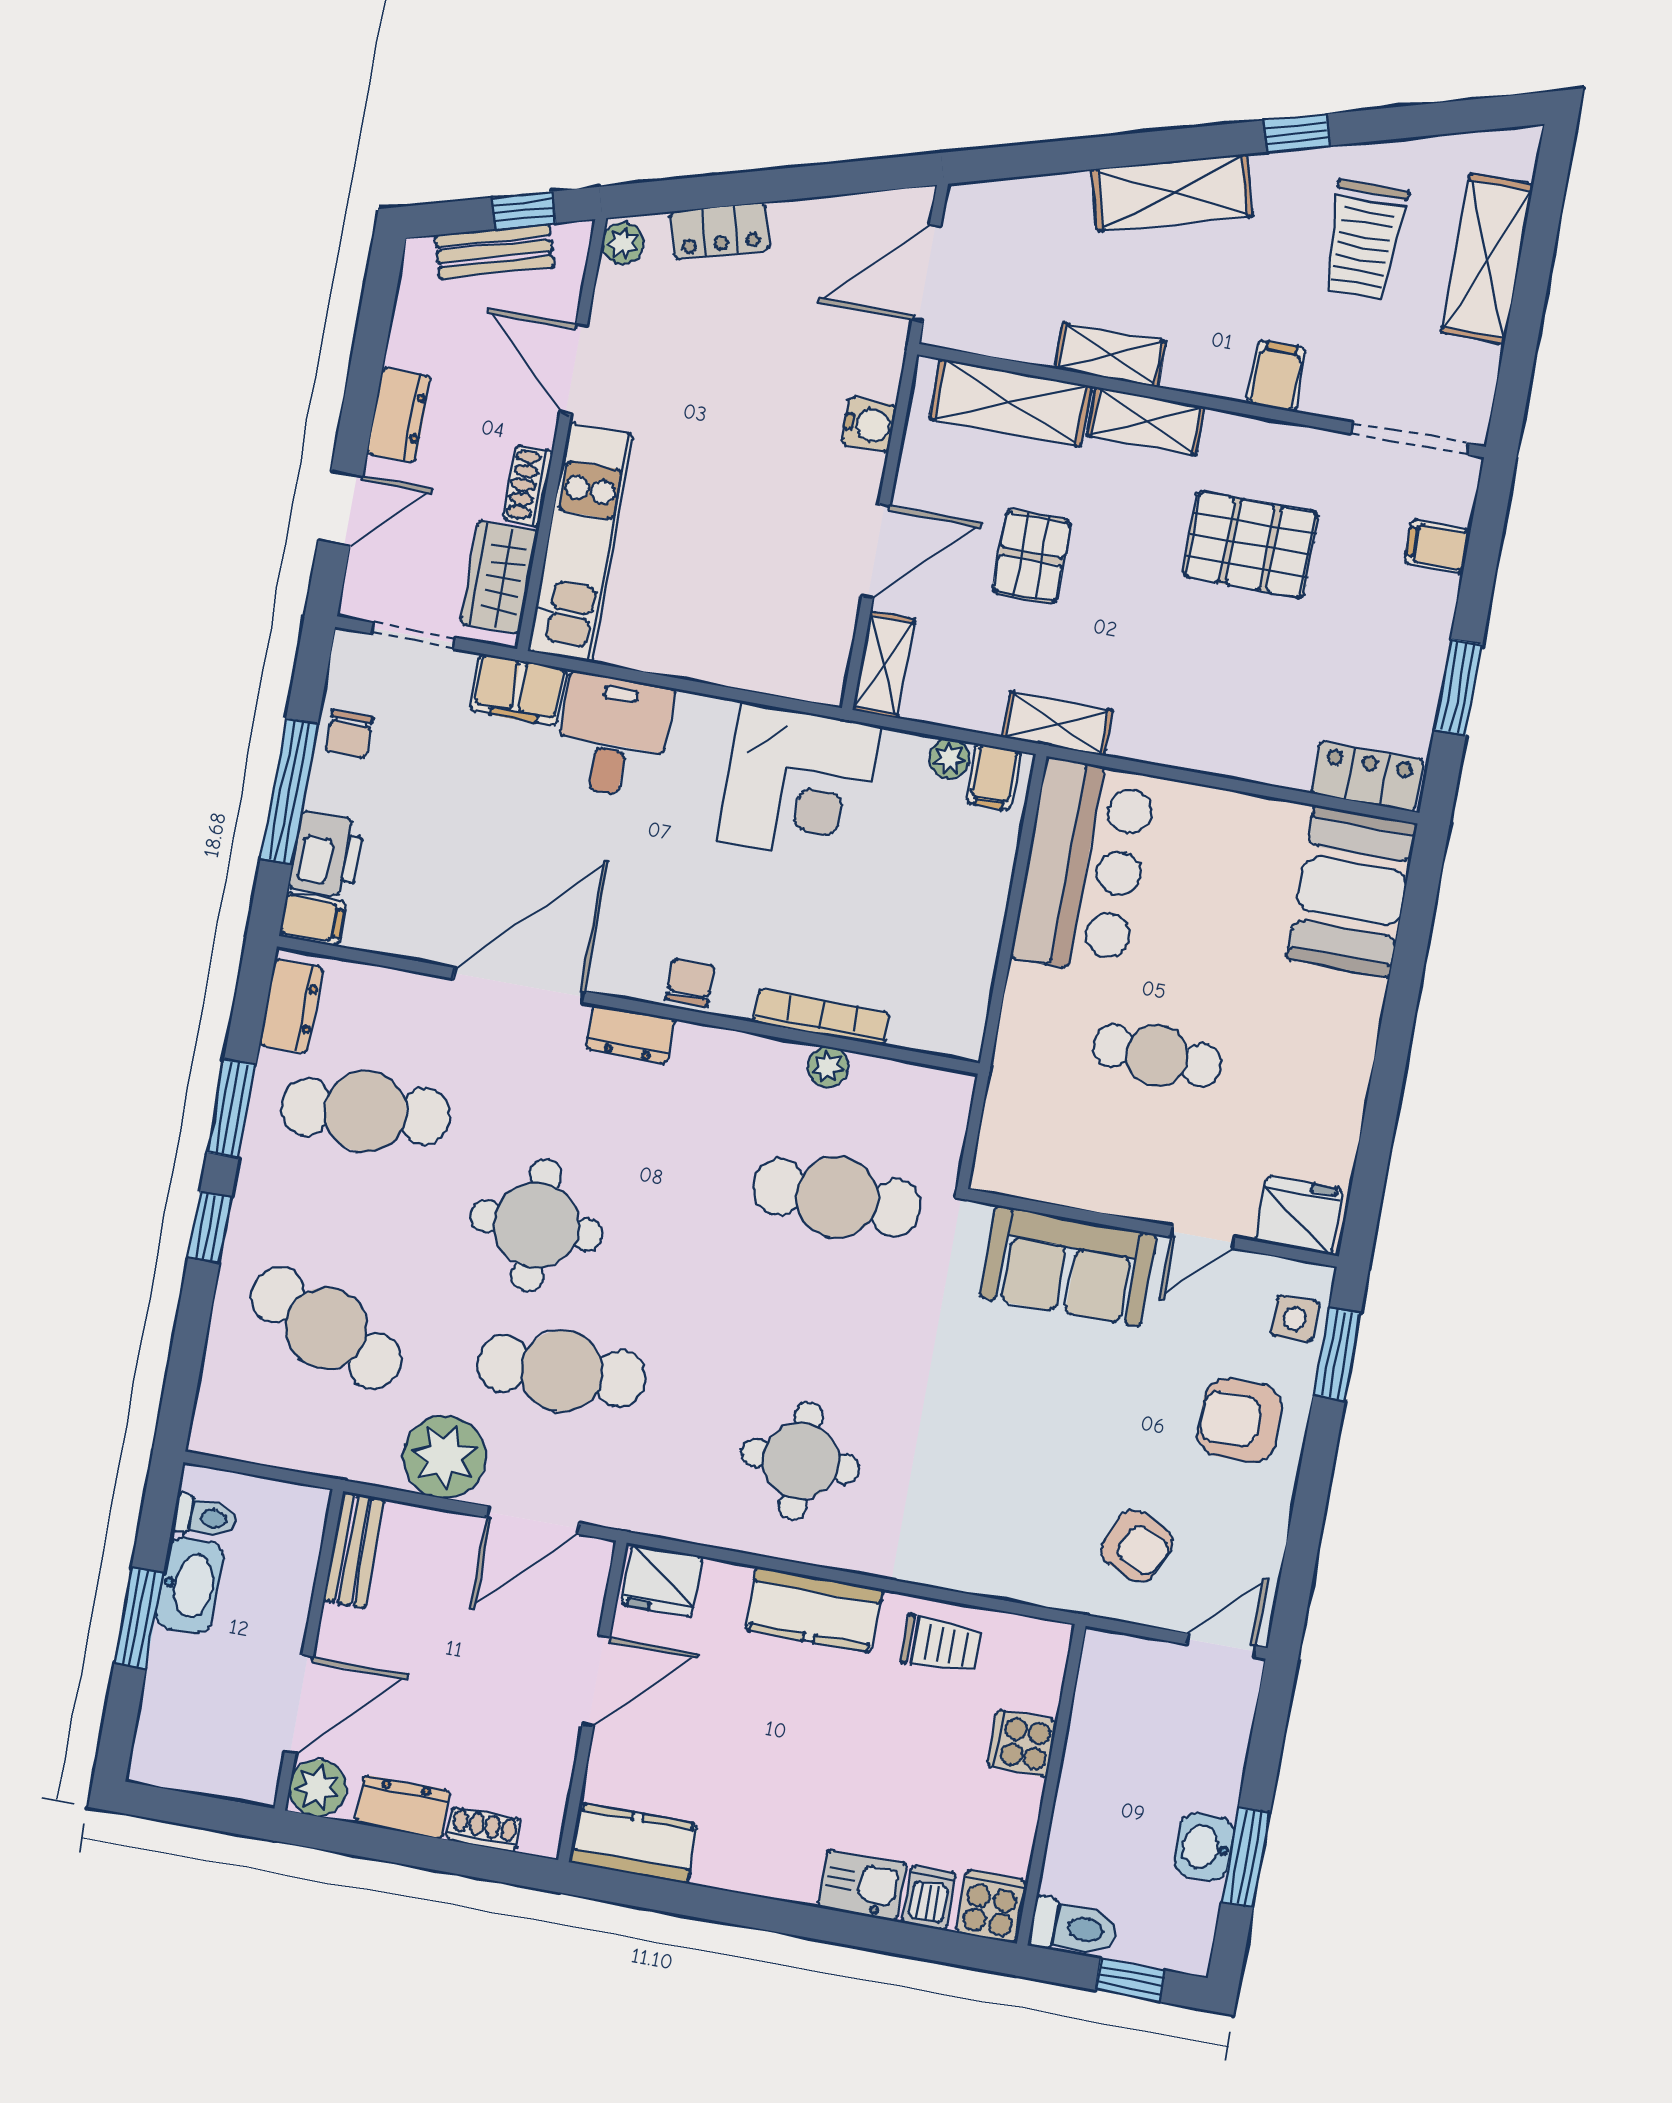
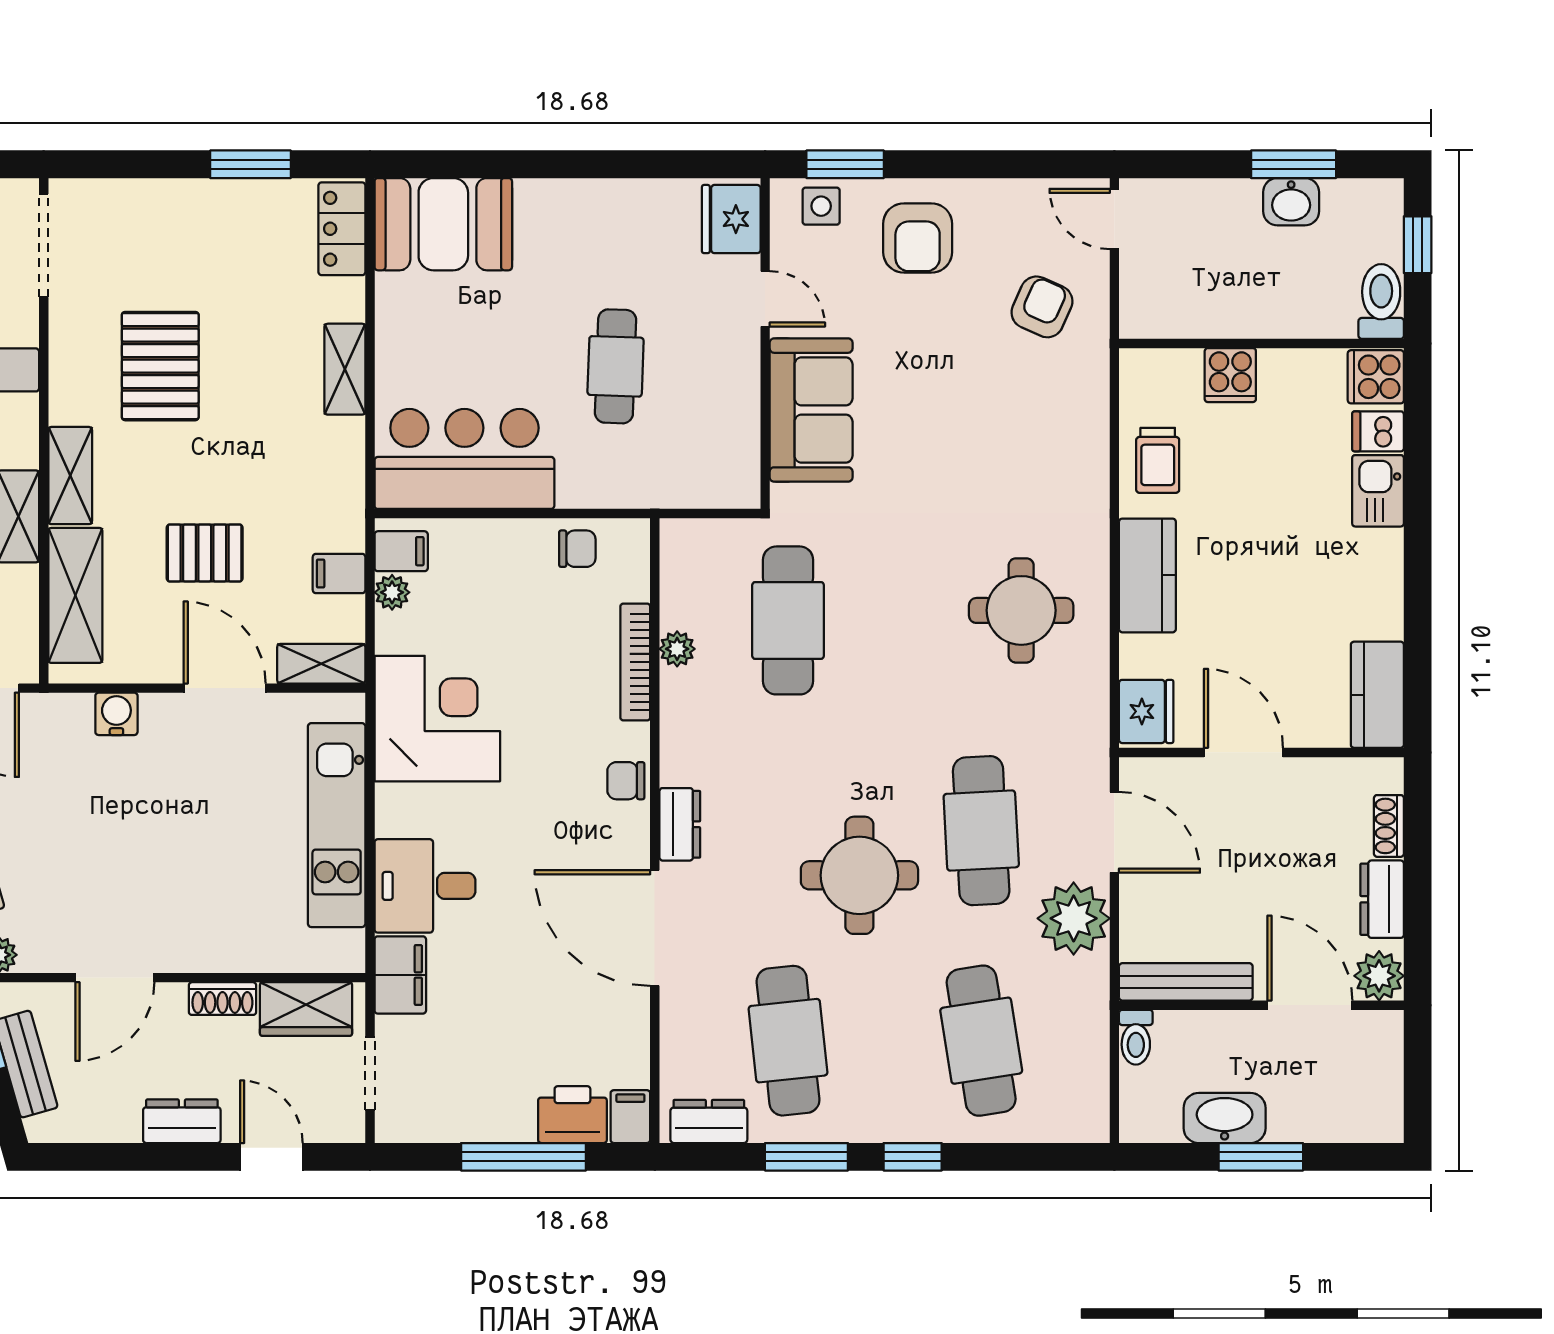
kitchen unit: (581, 543) -> (337, 825), moved, turned -90
filing cabinet: (1437, 546) -> (339, 574), moved, turned 90
shelving: (1057, 724) -> (345, 369), moved
chair: (349, 734) -> (577, 549), moved
cafe table: (326, 1328) -> (981, 1041), turned -33
toilet: (205, 1517) -> (1136, 1037), moved, turned 180
bench: (354, 1550) -> (1186, 982), width x1.36
trolley: (941, 1645) -> (1158, 460), turned 180

